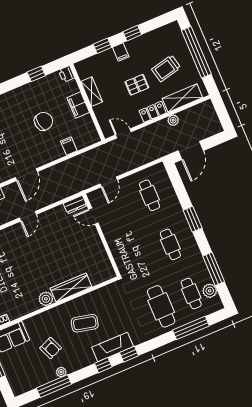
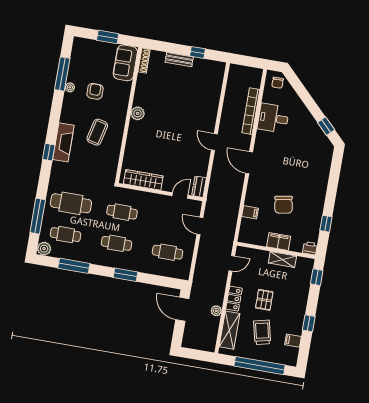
window: (102, 46) -> (317, 277), moved
filing cabinet: (121, 52) -> (293, 341), moved
cafe table: (140, 257) -> (122, 212), added
wardrobe: (71, 288) -> (143, 180), moved, turned -90
plant: (210, 291) -> (44, 249), moved
armchair: (51, 348) -> (95, 91), turned 113
window: (103, 365) -> (53, 125), removed

